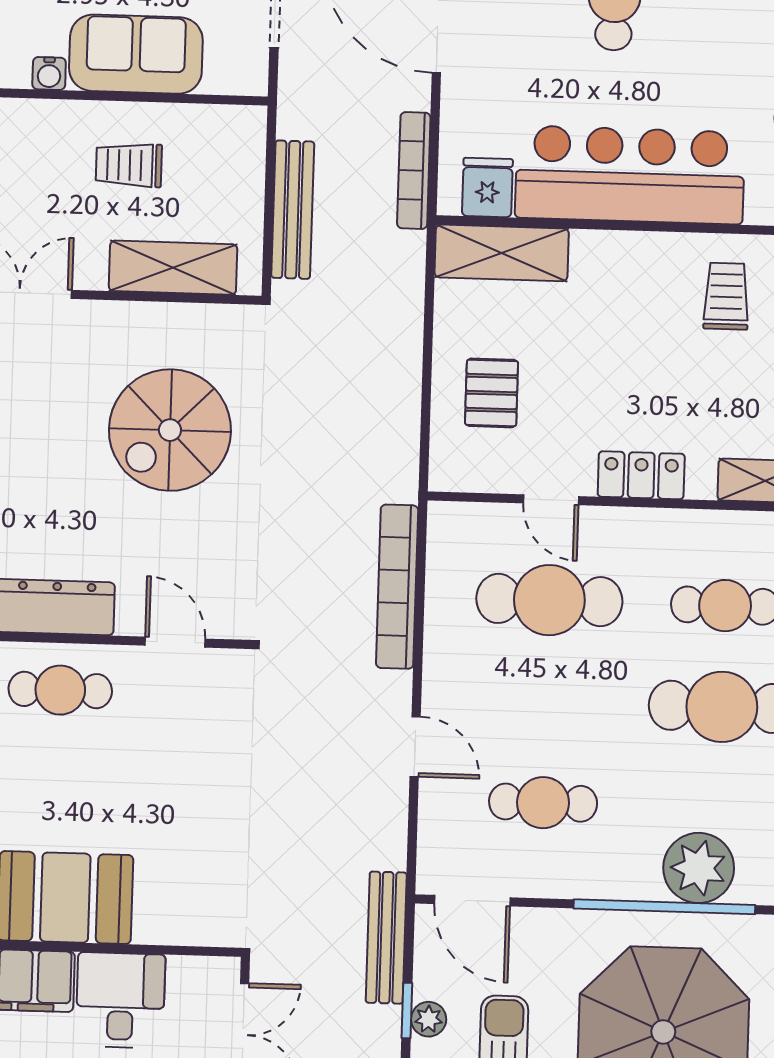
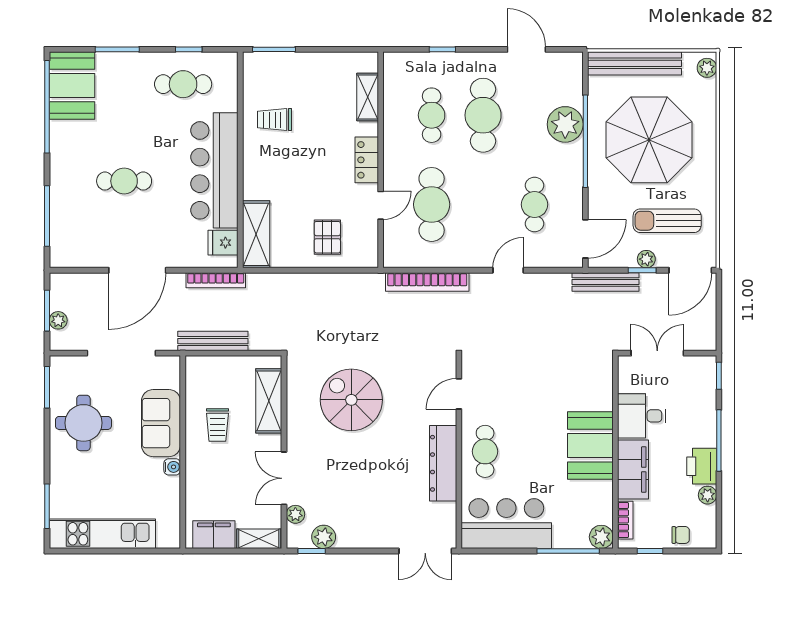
bench: (293, 210) -> (213, 341), moved
pallet: (492, 393) -> (327, 237), turned 90
spiral stairs: (170, 430) -> (351, 400), turned 180

